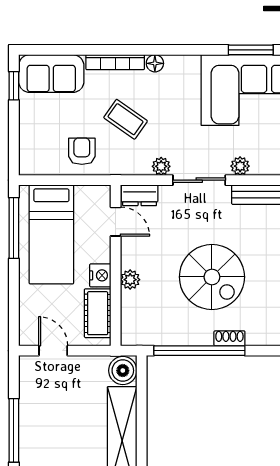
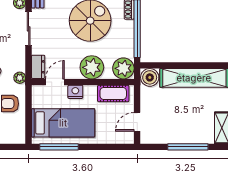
plant: (161, 166) -> (20, 78), moved
nightstand: (100, 275) -> (75, 92), moved
plant: (130, 280) -> (92, 67), width x1.87, depth x1.87
plant: (137, 329) -> (123, 68), added

